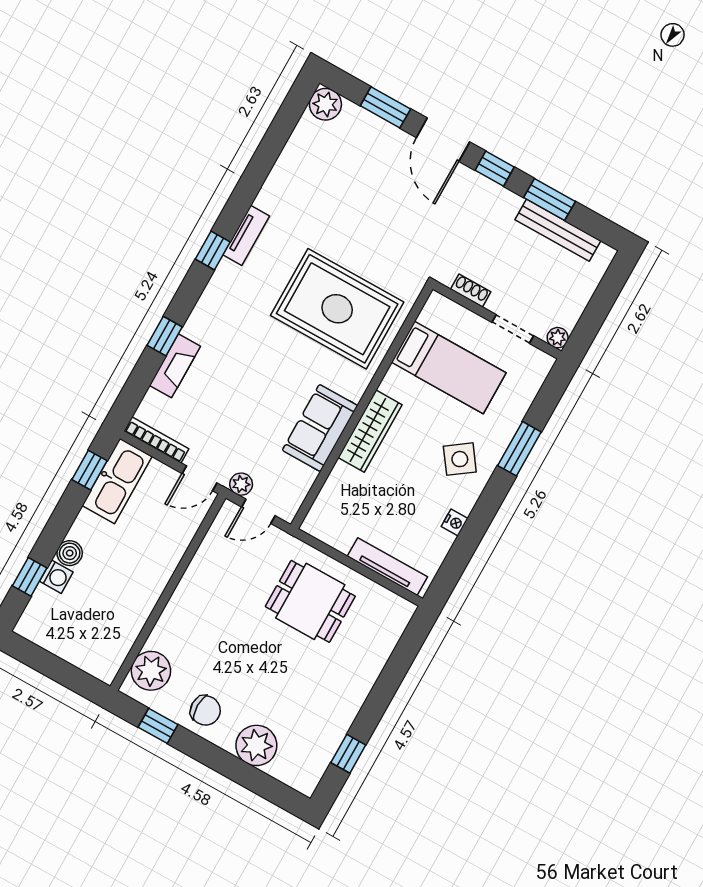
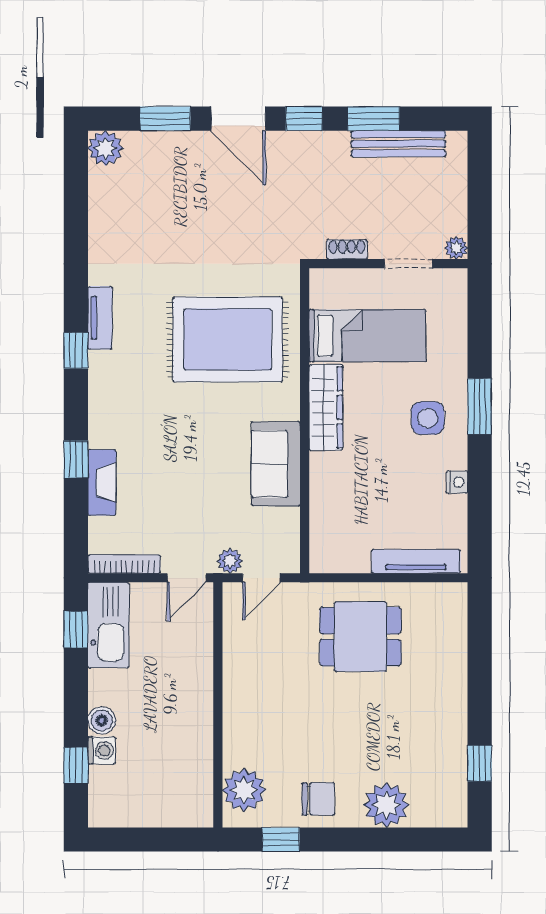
wardrobe: (370, 431) -> (326, 407), moved
window: (519, 449) -> (480, 406), moved
side table: (460, 459) -> (428, 418), turned 36

